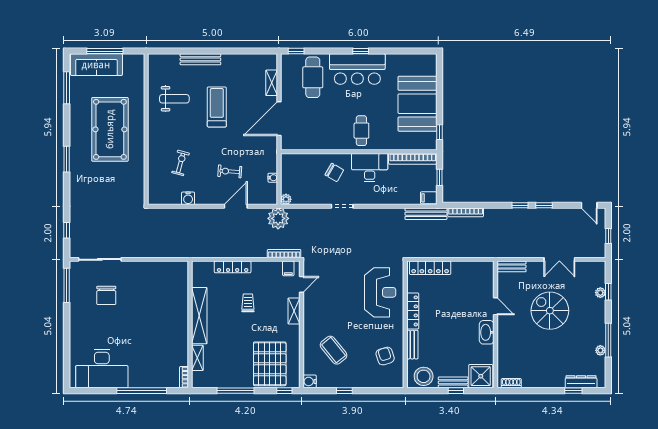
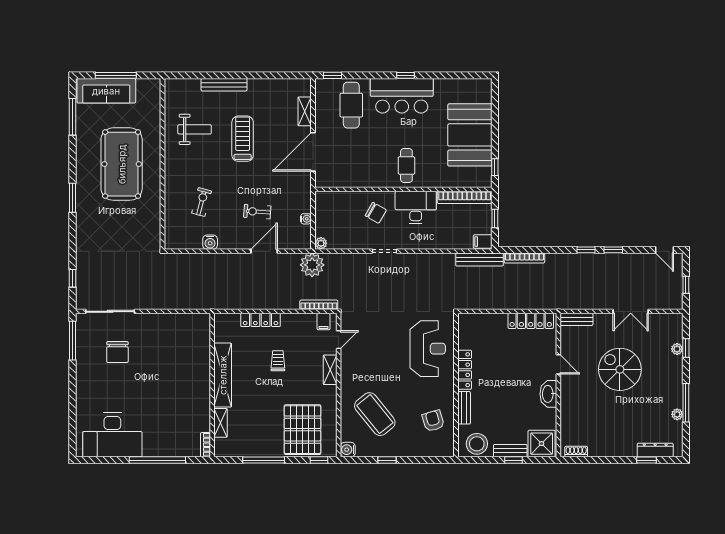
locker: (430, 268) -> (531, 321), moved
coffee table: (334, 350) -> (375, 414), width x1.36, depth x1.32

